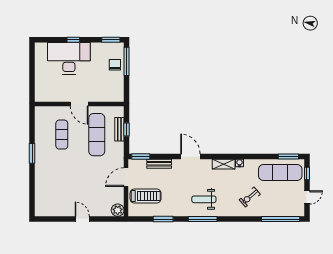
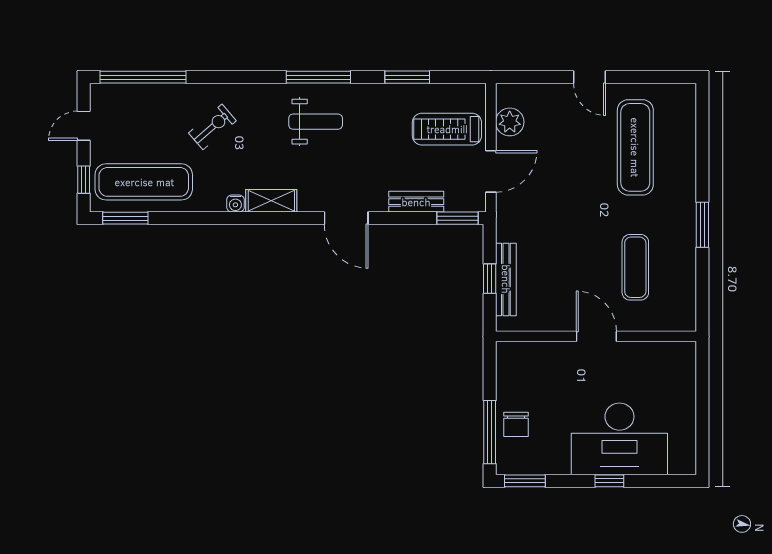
bench: (119, 129) -> (506, 279), width x1.36
exercise mat: (97, 135) -> (635, 147), moved
plant: (118, 210) -> (510, 122), moved

